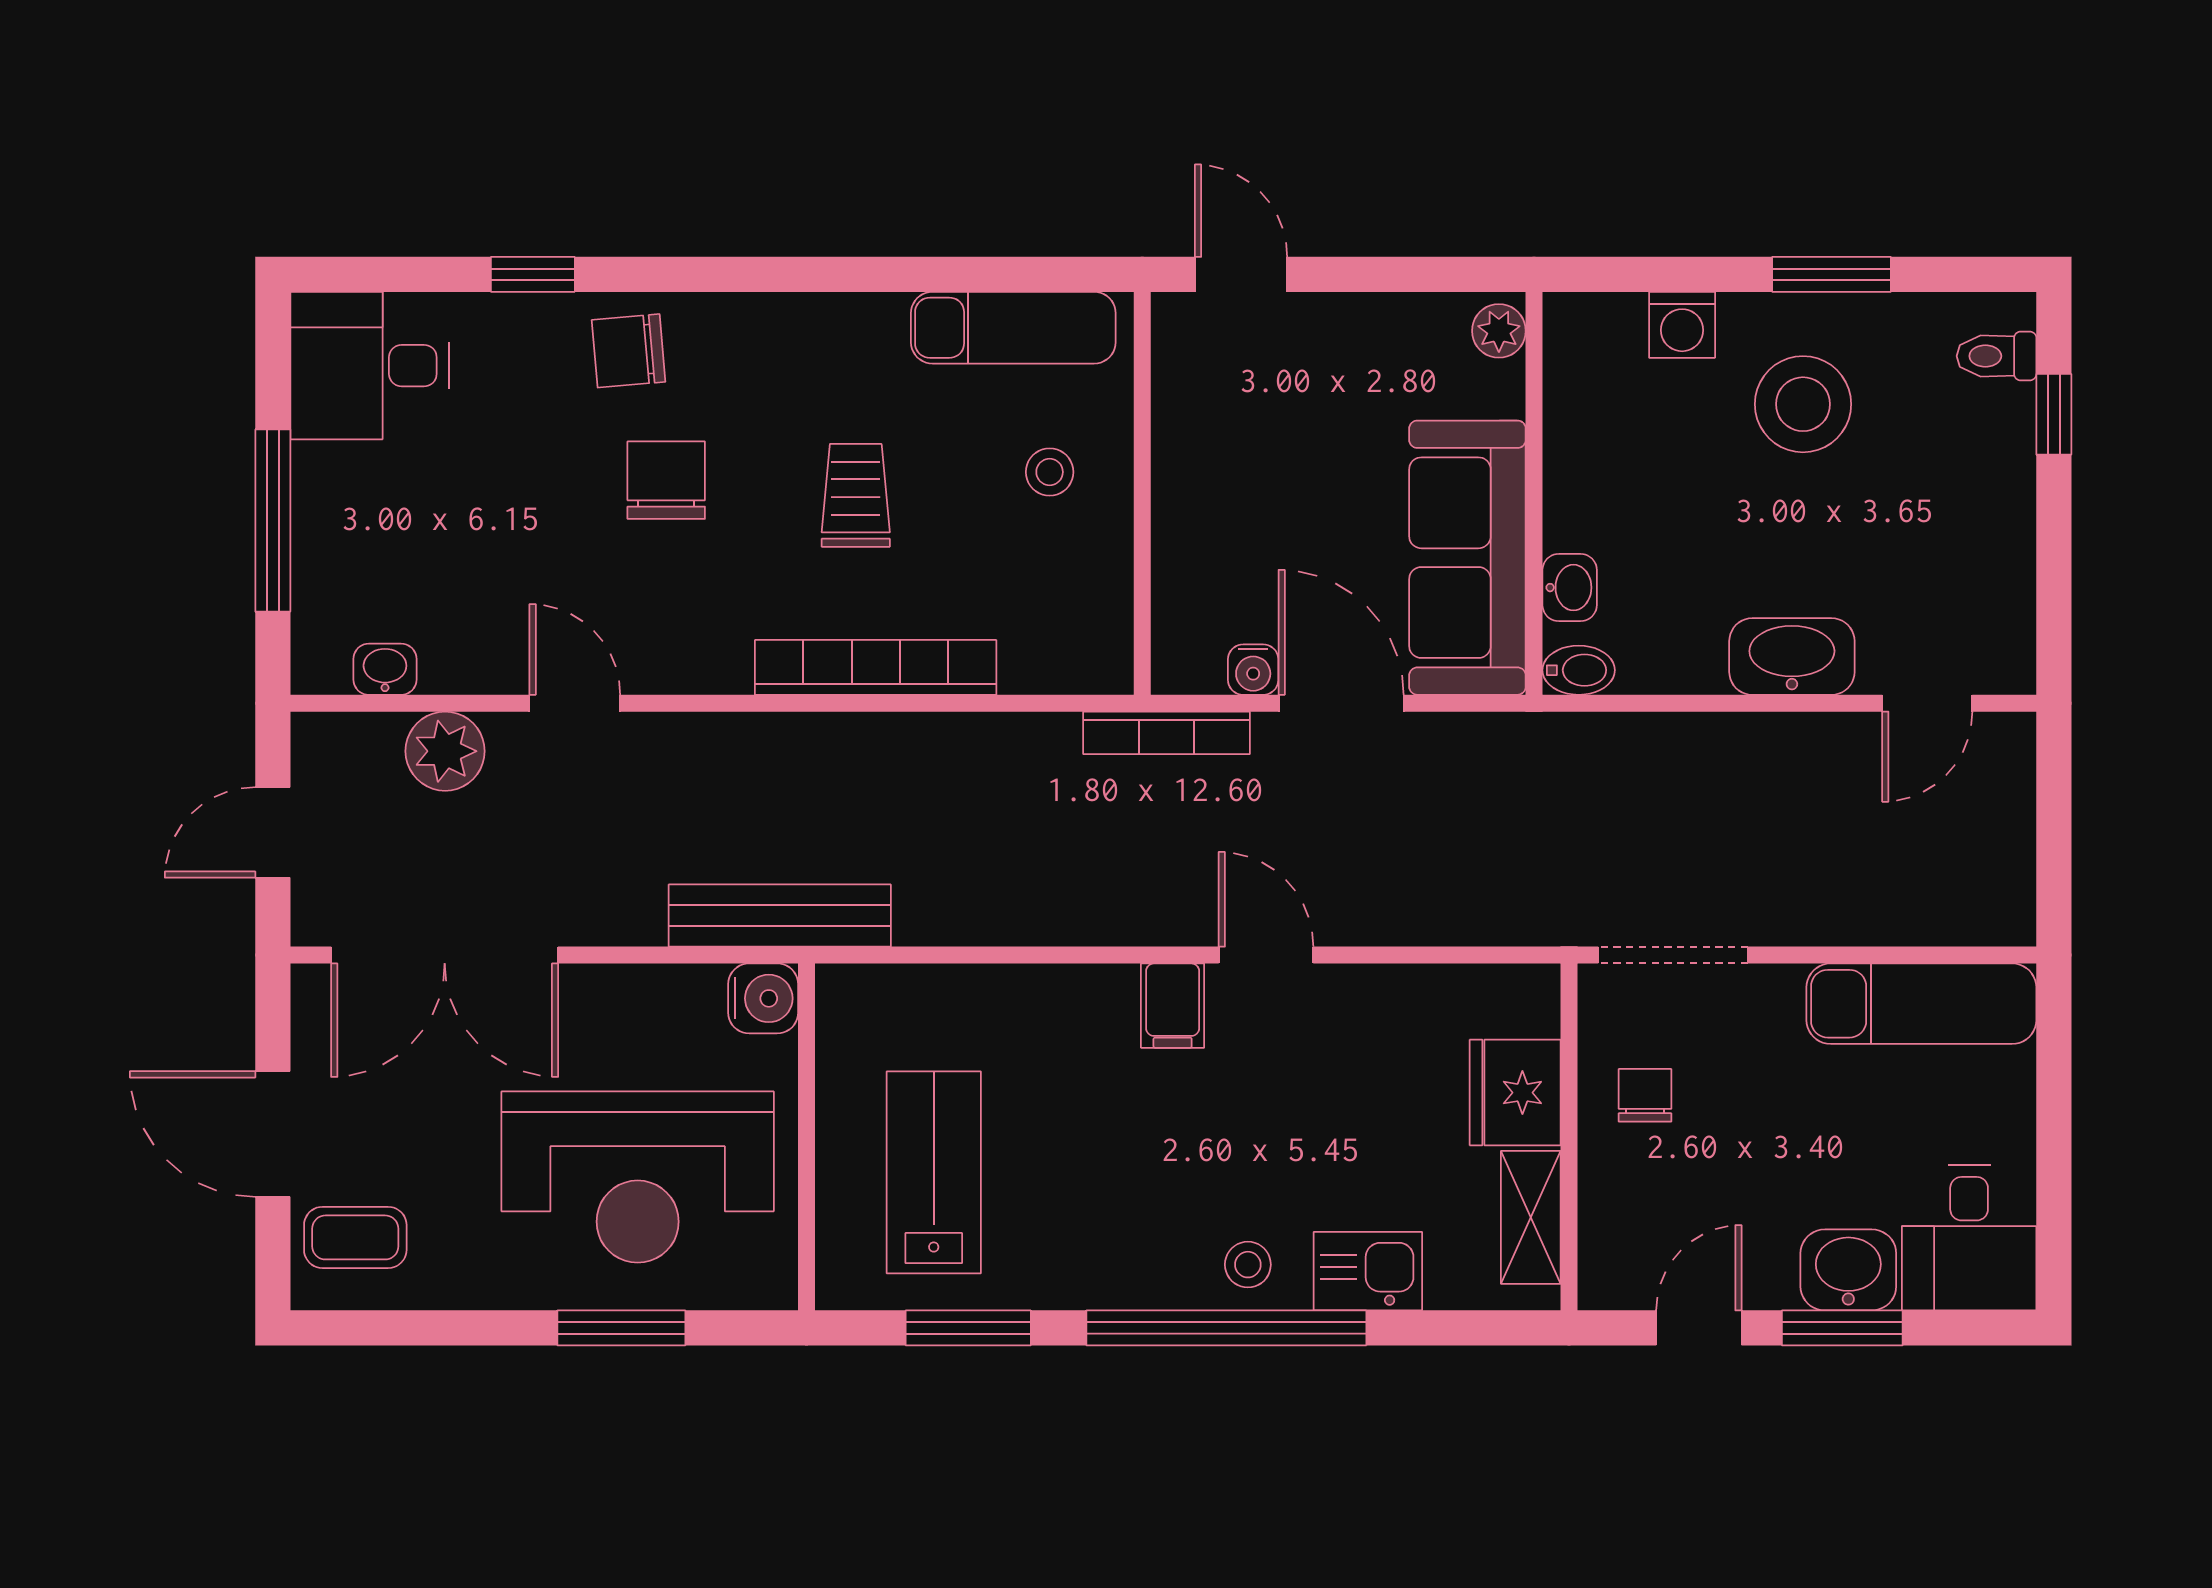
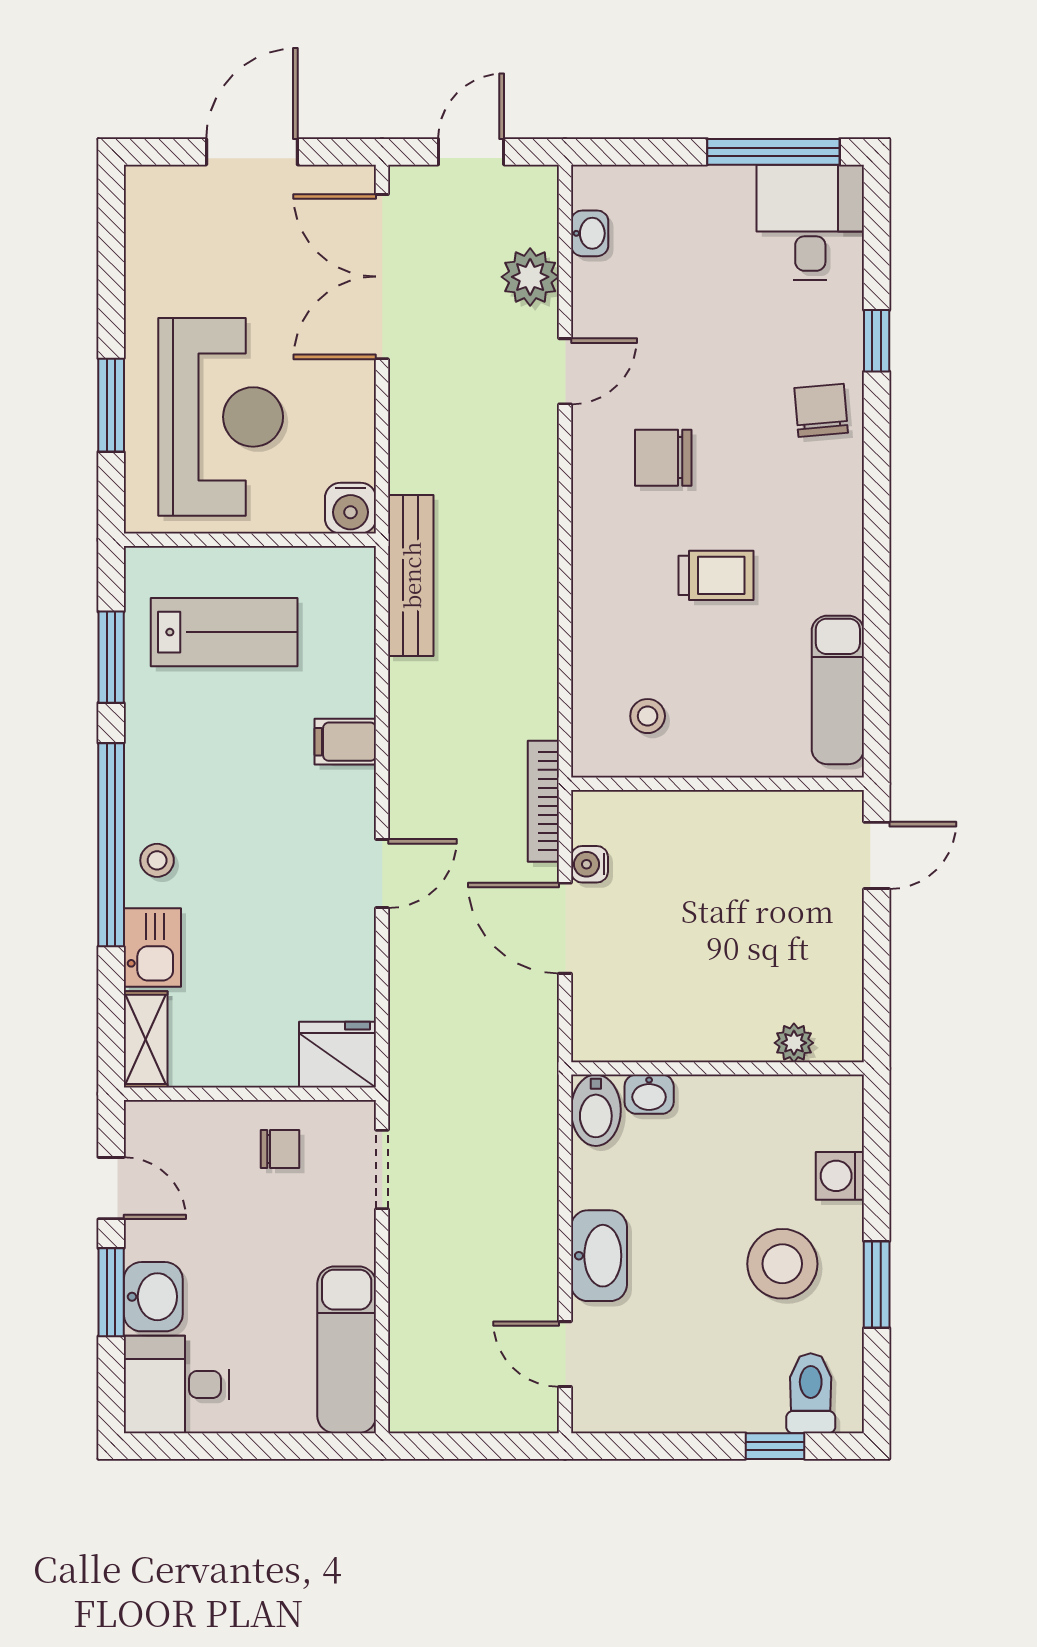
plant: (1499, 331) -> (794, 1043), moved
toilet: (1996, 356) -> (811, 1393), width x1.37, depth x1.39
stool: (1050, 472) -> (648, 716), moved
chair: (666, 480) -> (663, 458), moved, turned 180
window: (273, 521) -> (773, 152), moved
sofa: (1467, 558) -> (671, 1020), removed
bookcase: (876, 667) -> (591, 590), removed
bidet: (1579, 670) -> (596, 1110), width x1.38, depth x1.36
door: (1341, 703) -> (565, 928), swing flipped
door: (273, 832) -> (471, 152), hinge flipped
bench: (780, 916) -> (411, 575), moved
doorway: (1673, 955) -> (382, 1169), width x0.73
filing cabinet: (1173, 1006) -> (345, 742), moved
fridge: (1515, 1093) -> (338, 1055), moved
reception desk: (638, 1177) -> (221, 417), turned 180
shelving: (1531, 1217) -> (146, 1039), moved, turned 90
coffee table: (355, 1237) -> (177, 212), removed

